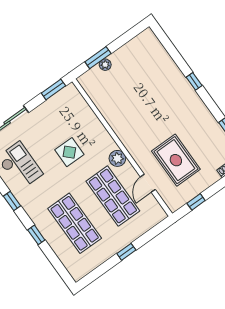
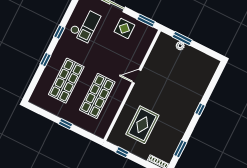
display table: (69, 152) -> (124, 28), moved
plant: (117, 158) -> (123, 86), removed
door: (148, 183) -> (137, 76), moved

